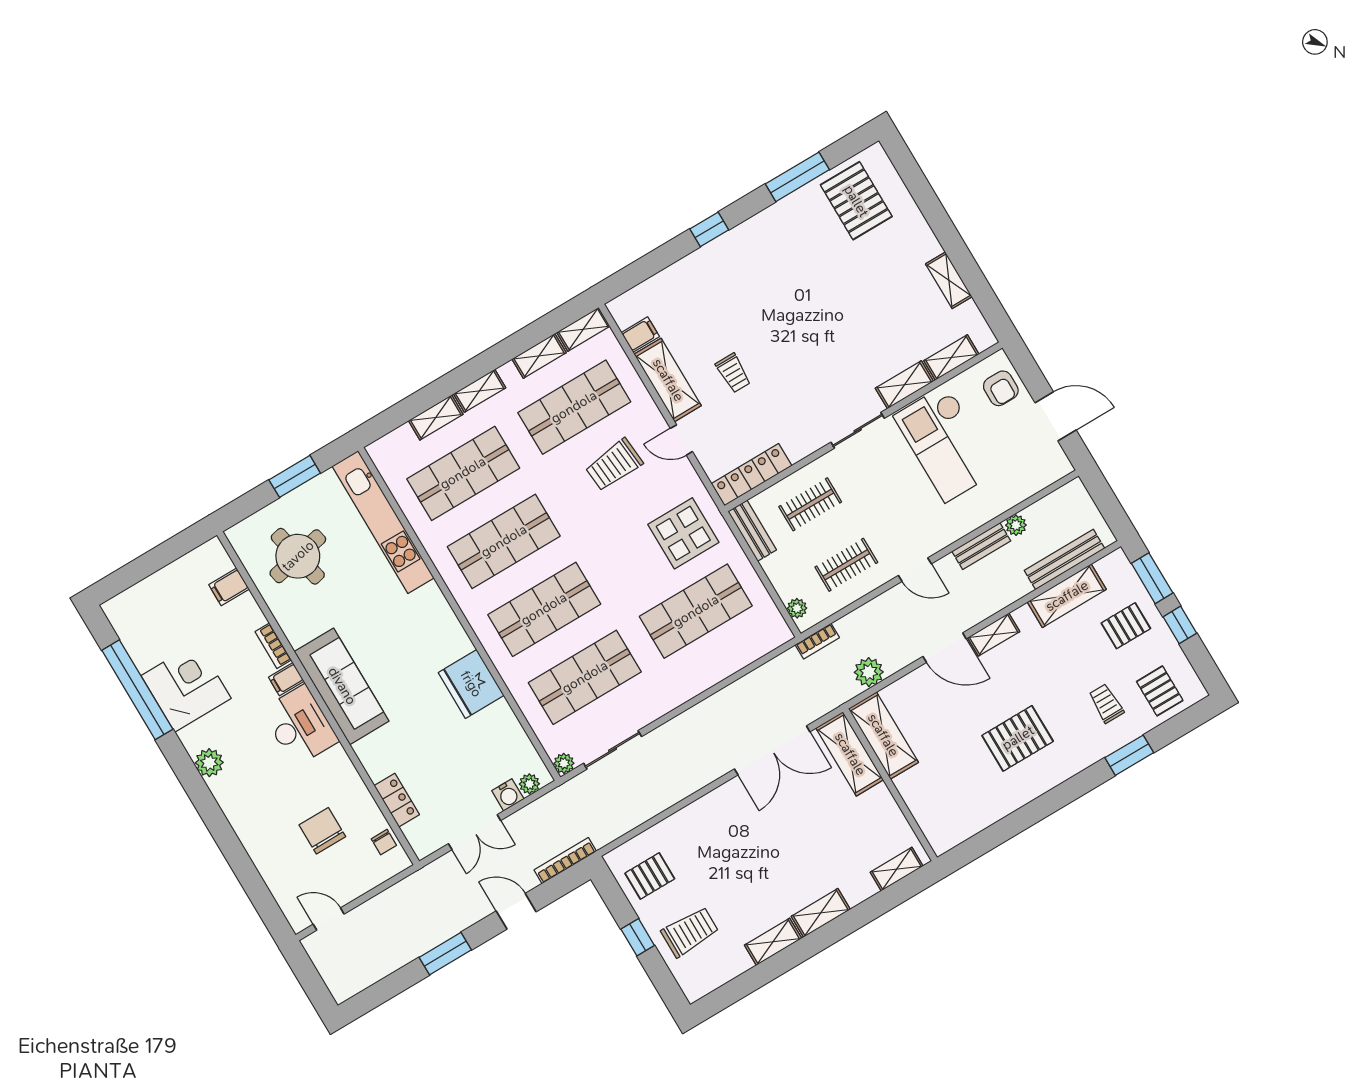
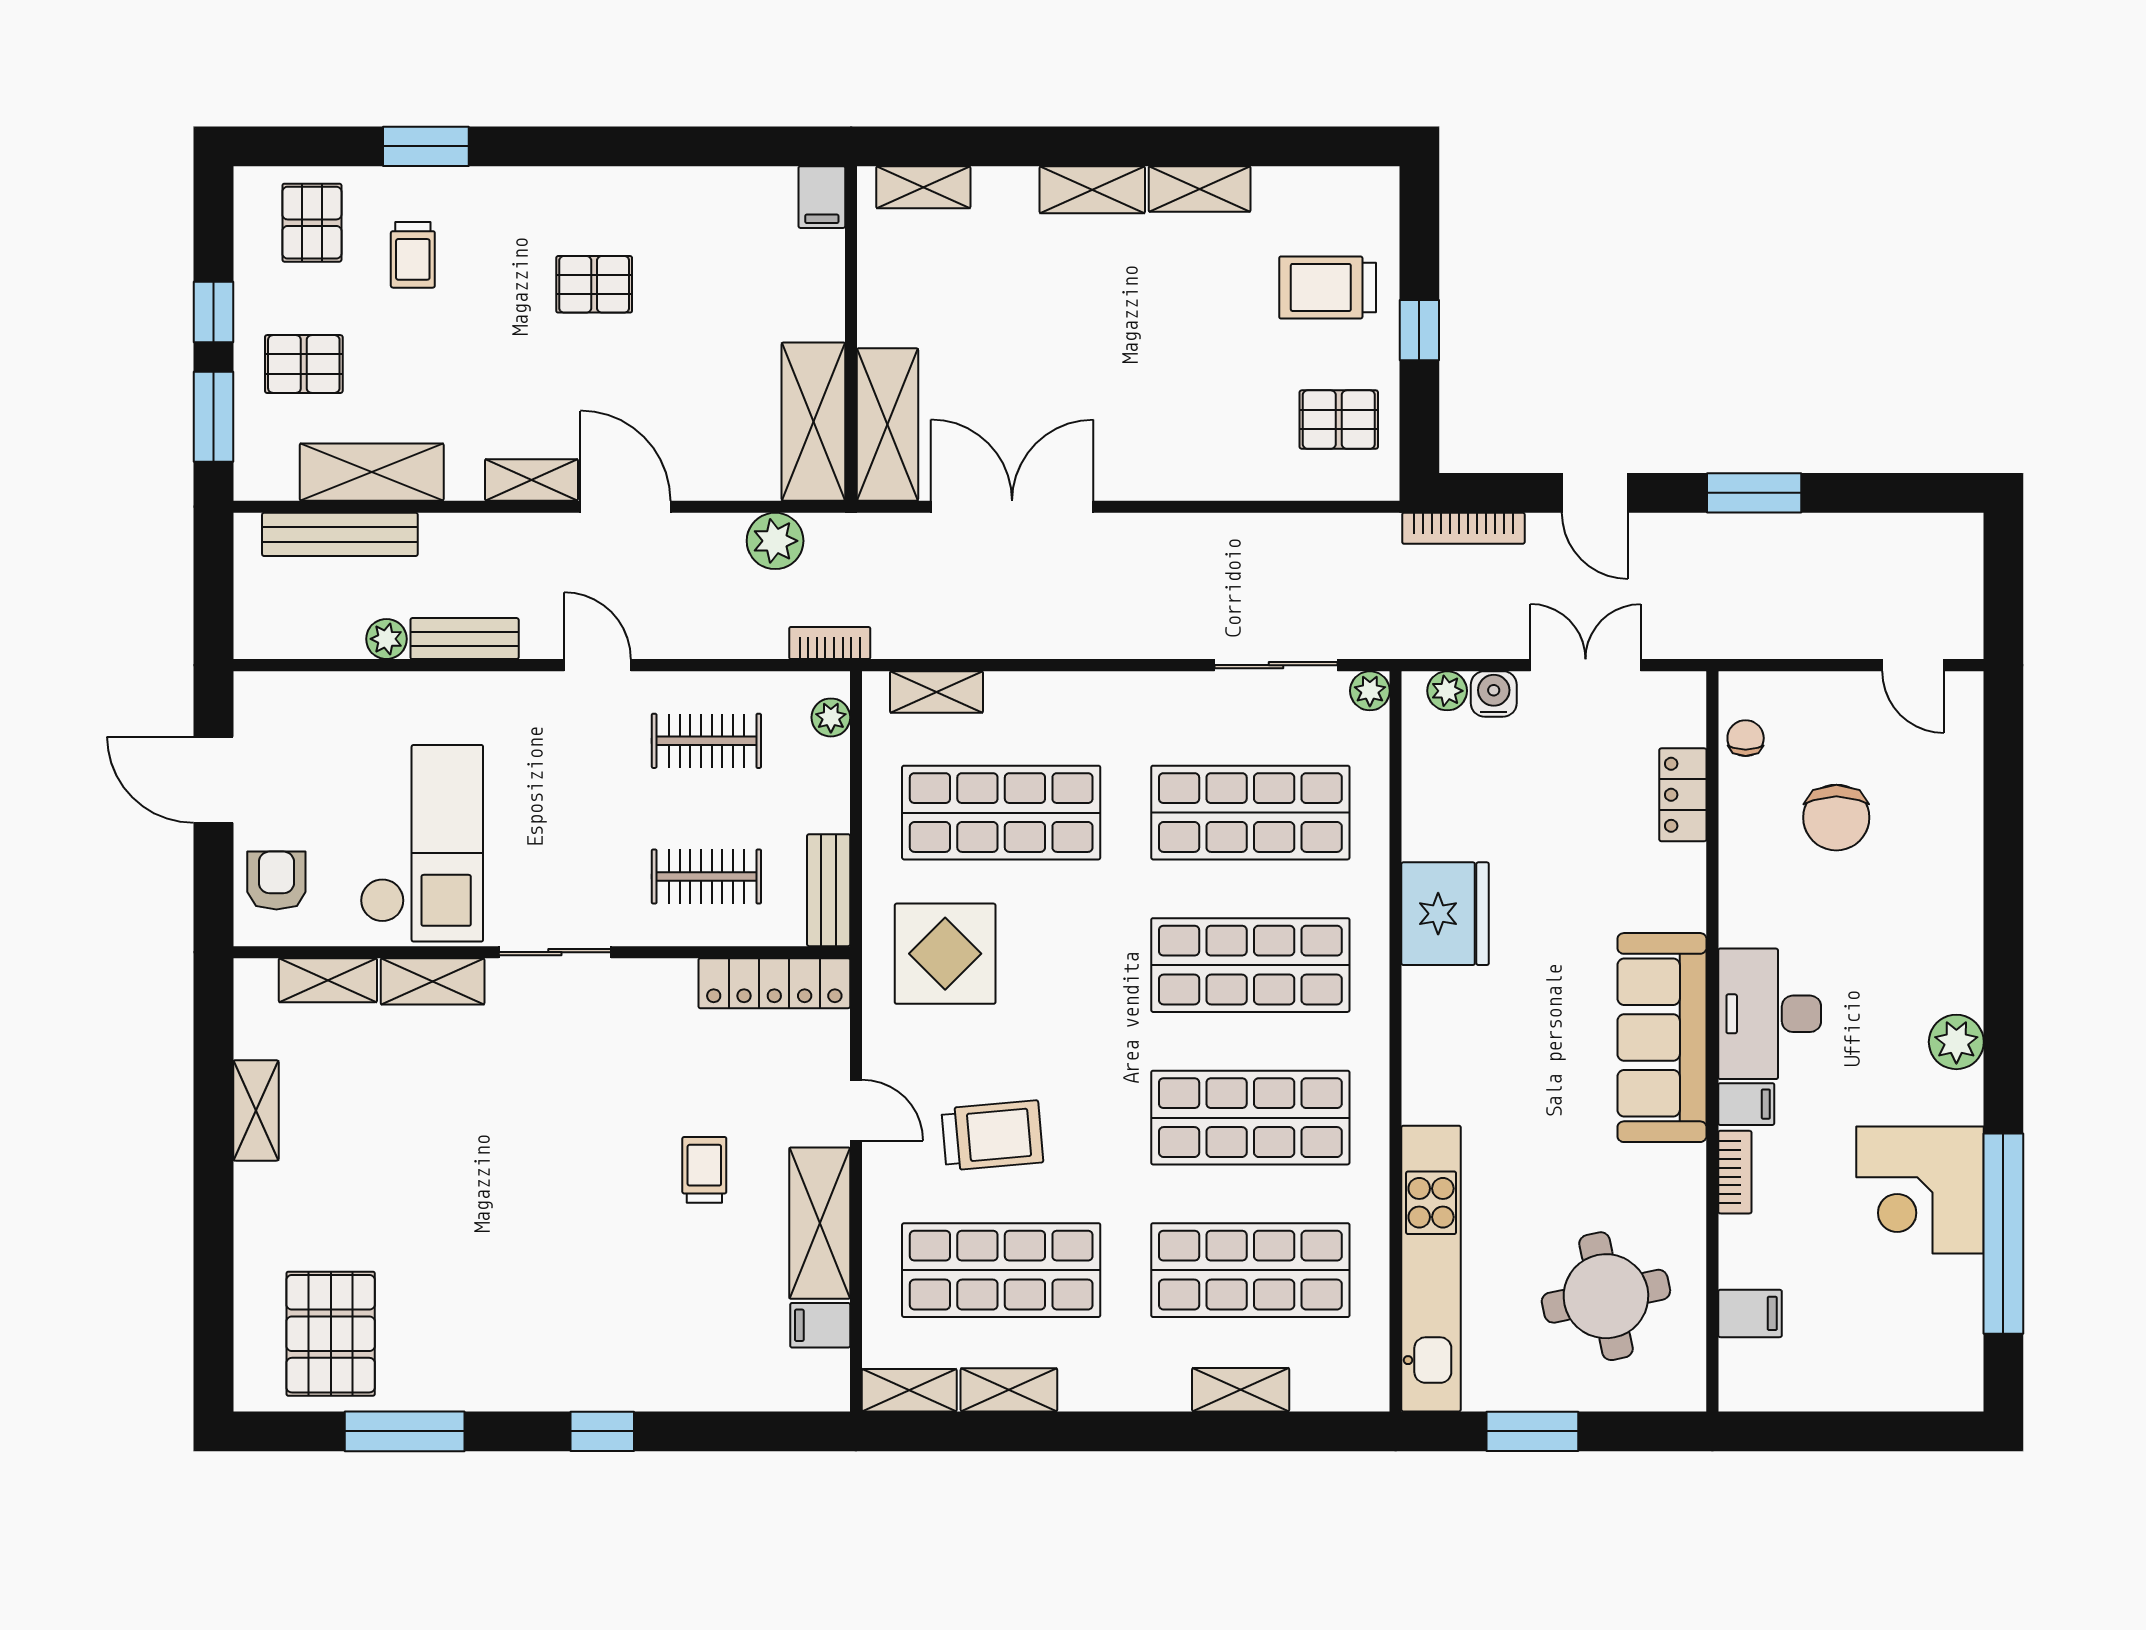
shelving: (480, 391) -> (936, 692), moved
pallet: (1018, 738) -> (594, 284), width x0.67, depth x0.71
filing cabinet: (939, 838) -> (822, 197), added

